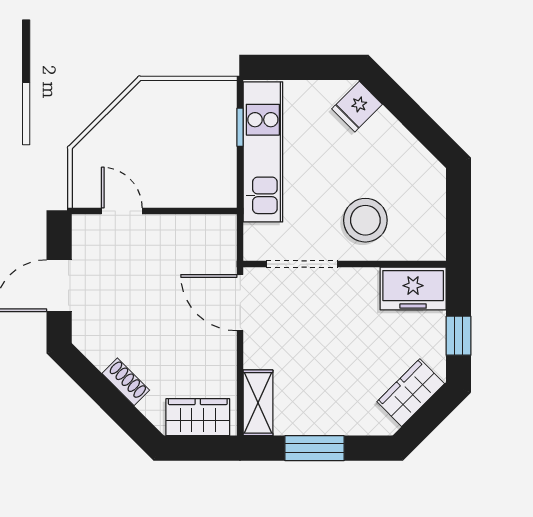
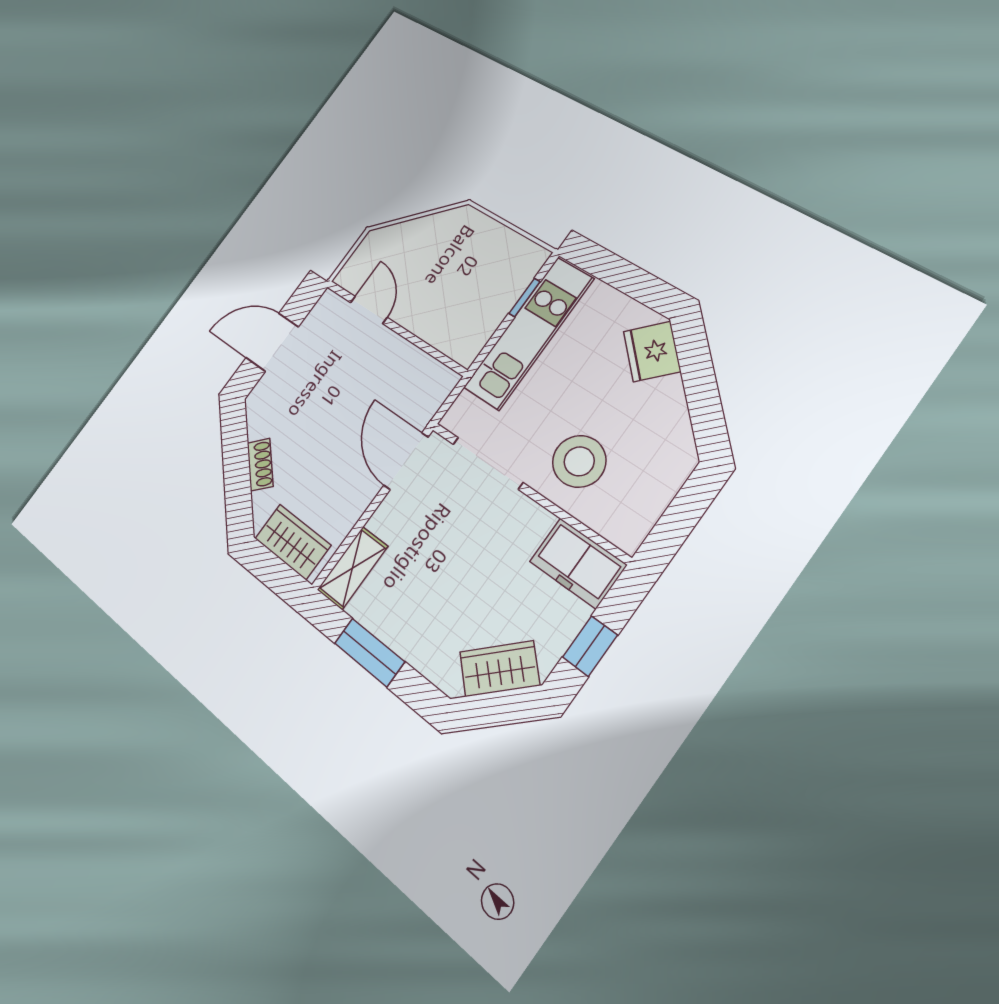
fridge: (357, 107) -> (652, 351), width x1.38

